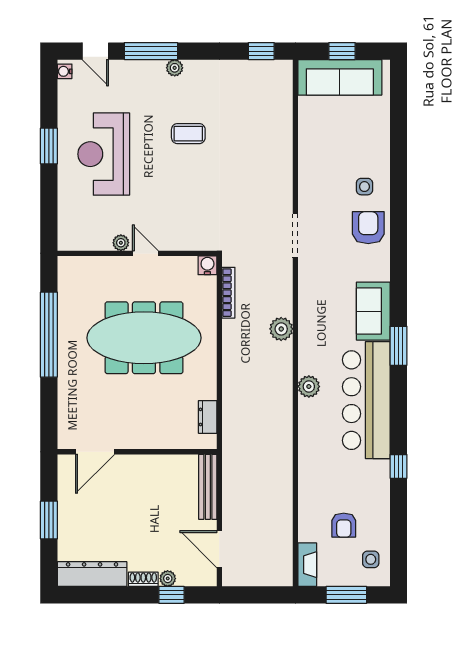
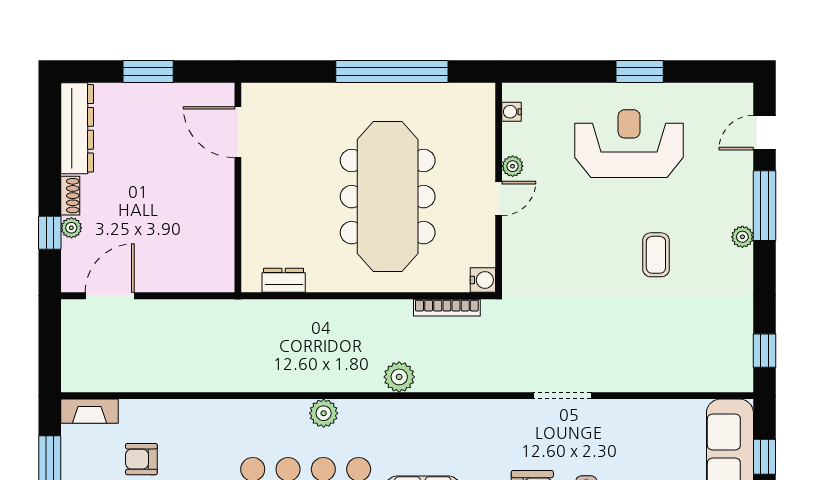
water cooler: (65, 71) -> (512, 112), moved, turned -90
doorway: (295, 236) -> (562, 396), moved
bench: (208, 487) -> (192, 280), removed

